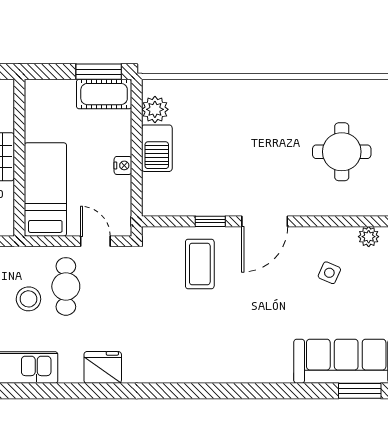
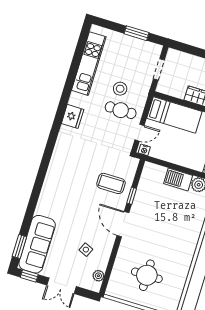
nightstand: (123, 165) -> (144, 150), moved

